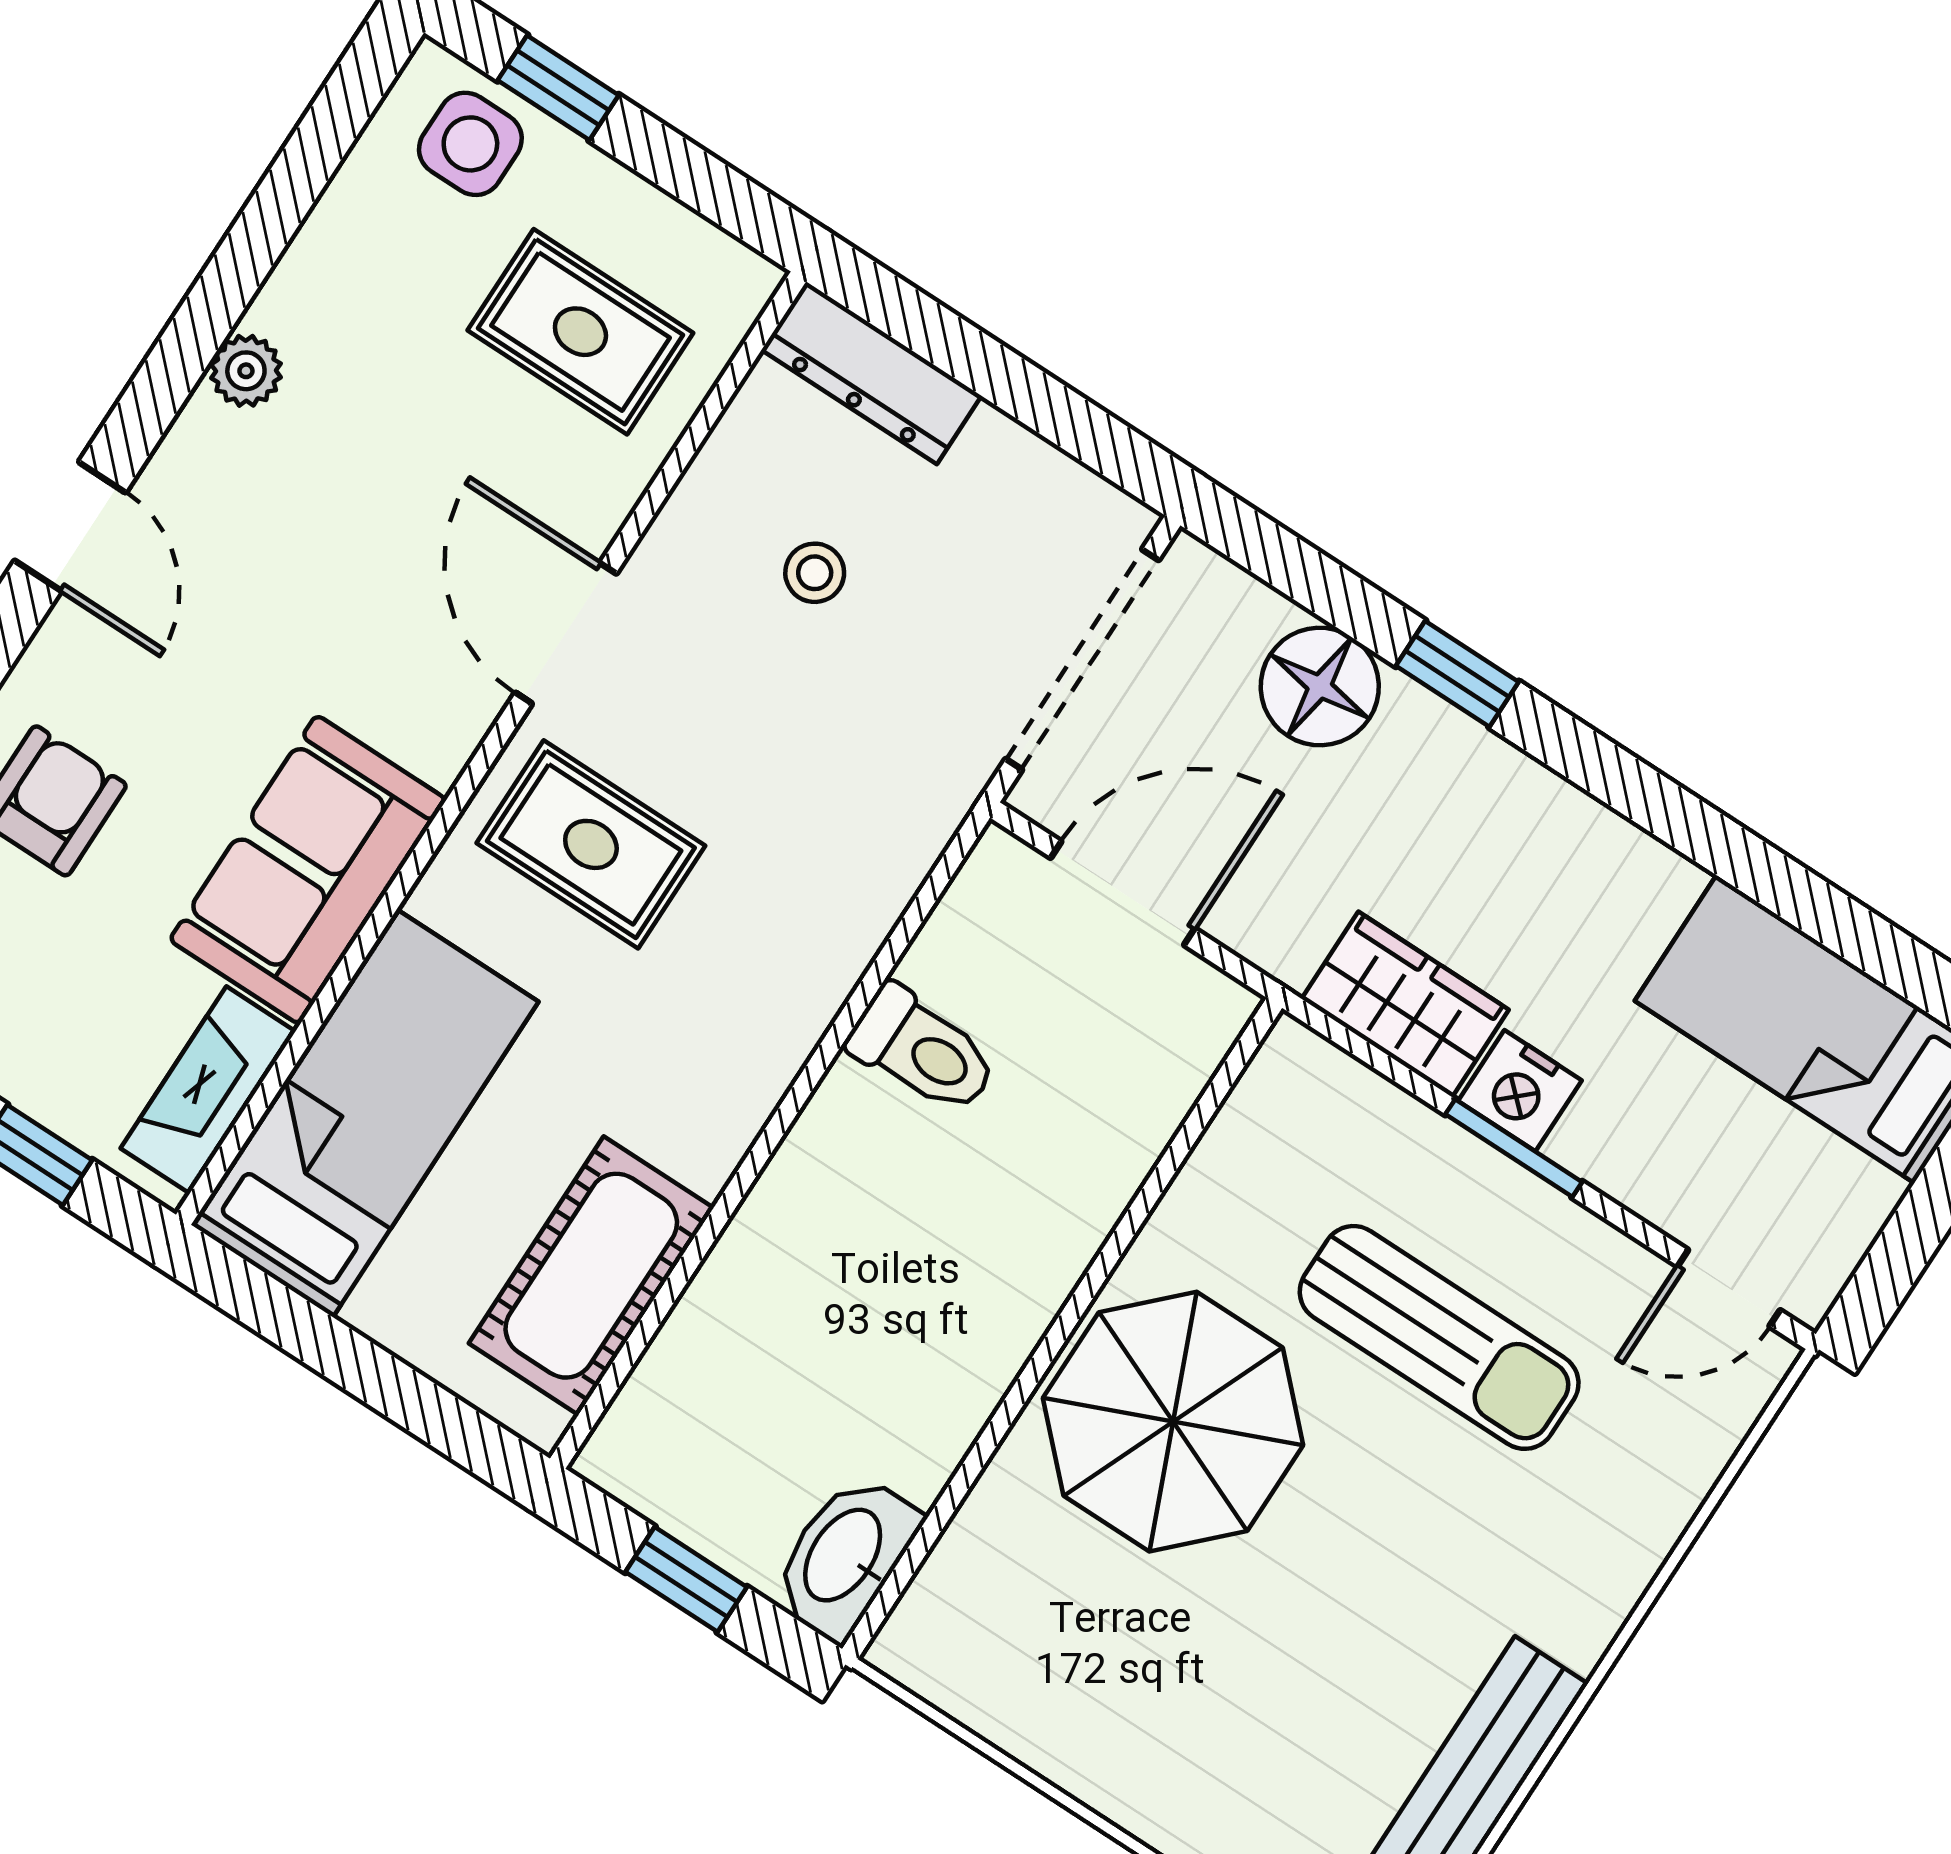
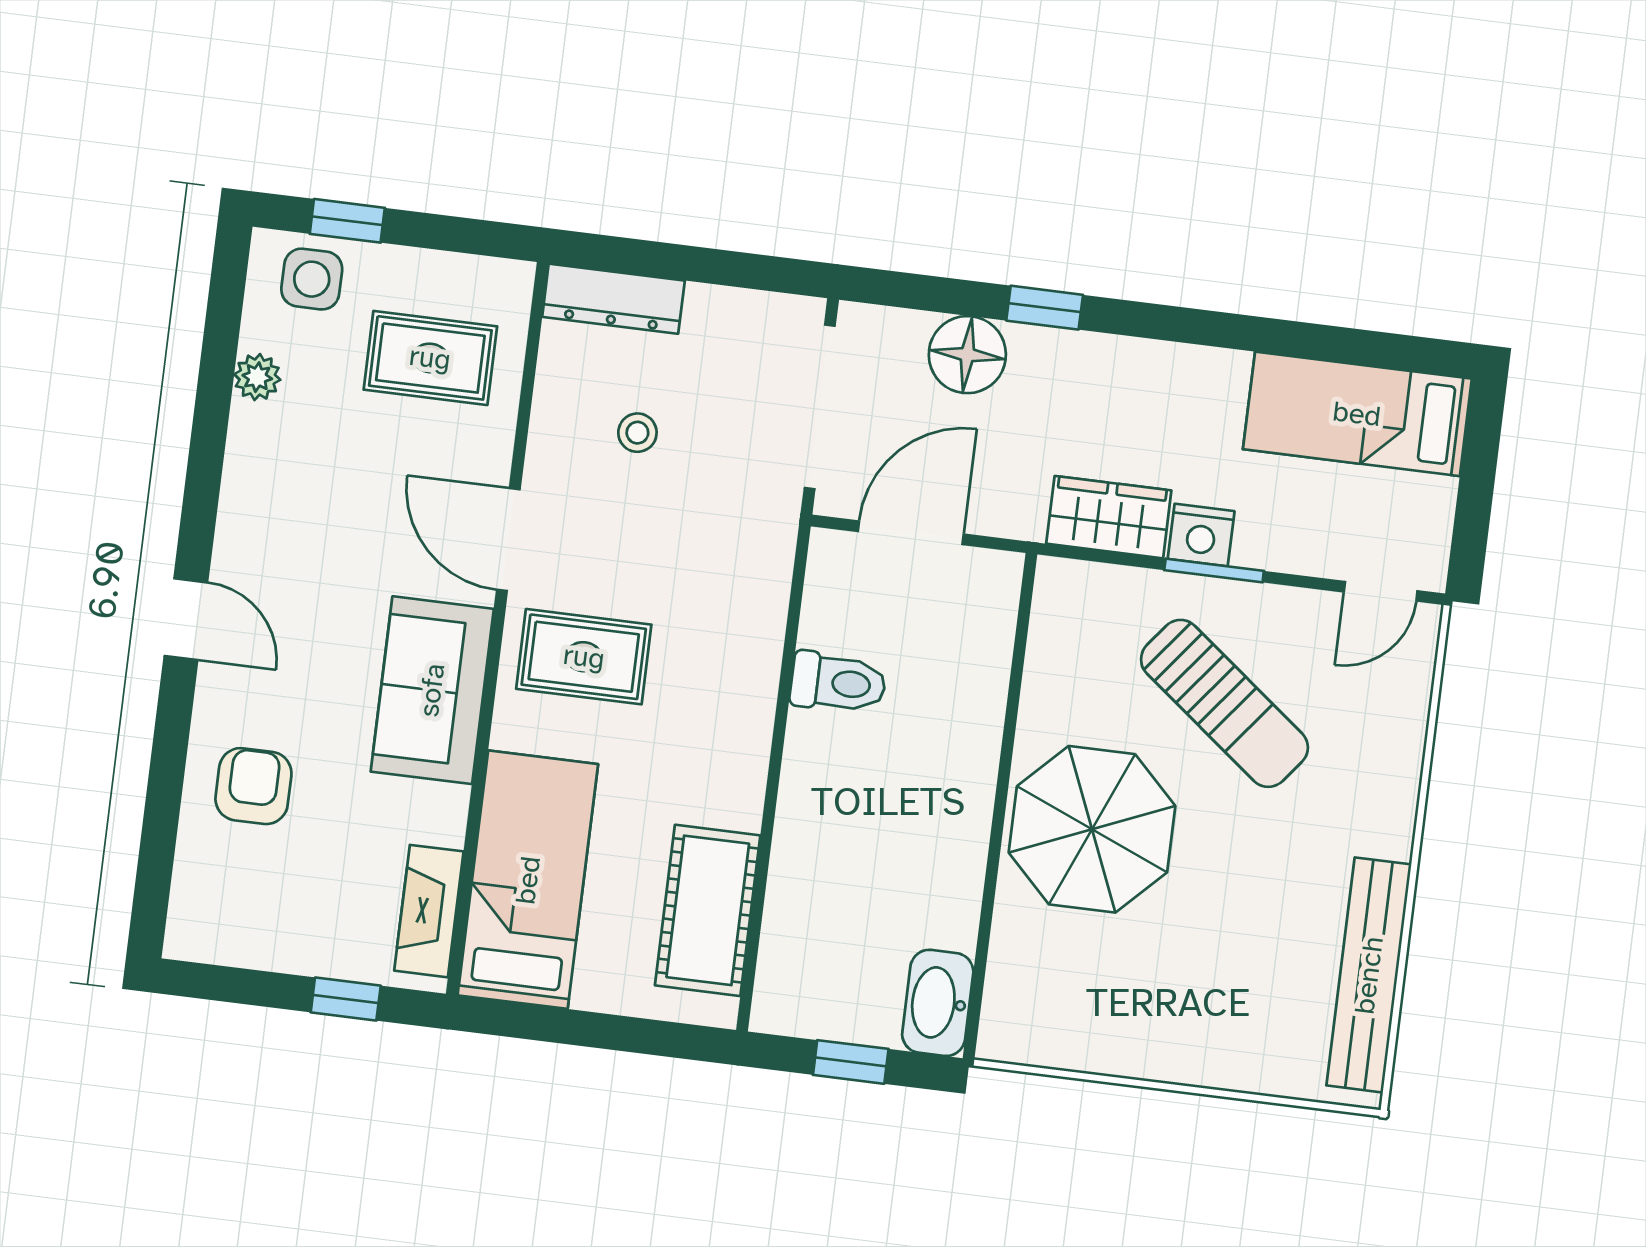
plant: (246, 371) -> (257, 377), moved
sofa: (308, 870) -> (432, 690), moved
sun lounger: (1439, 1337) -> (1224, 703), turned 38

